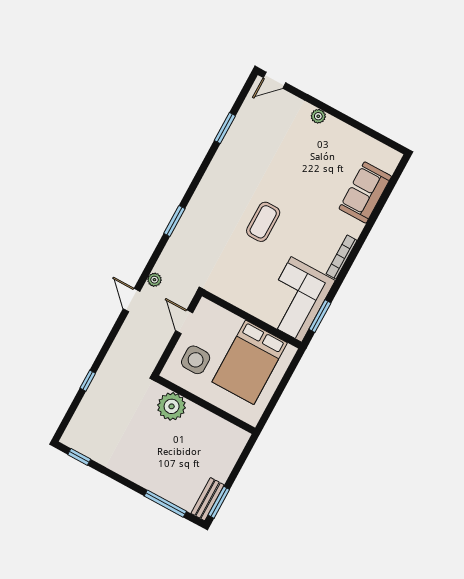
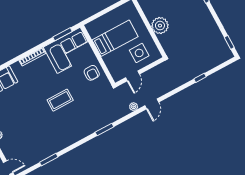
armchair: (244, 289) -> (92, 73), added
bed: (250, 362) -> (115, 38), width x0.67
plant: (172, 406) -> (160, 26), moved

